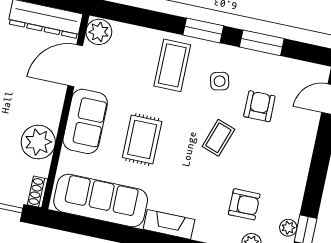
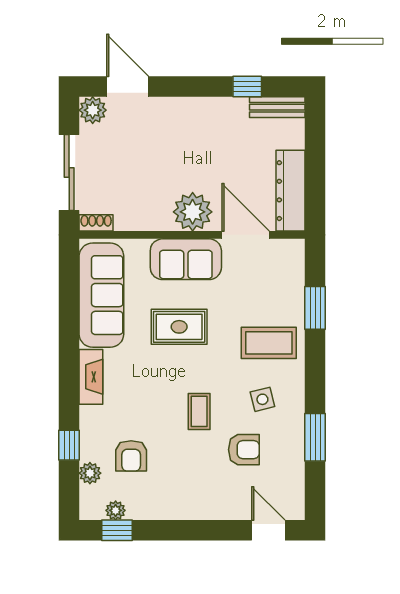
window: (203, 30) -> (315, 308), moved
plant: (99, 32) -> (289, 253), removed
coffee table: (218, 138) -> (199, 411), turned 71
plant: (38, 142) -> (193, 212), moved

